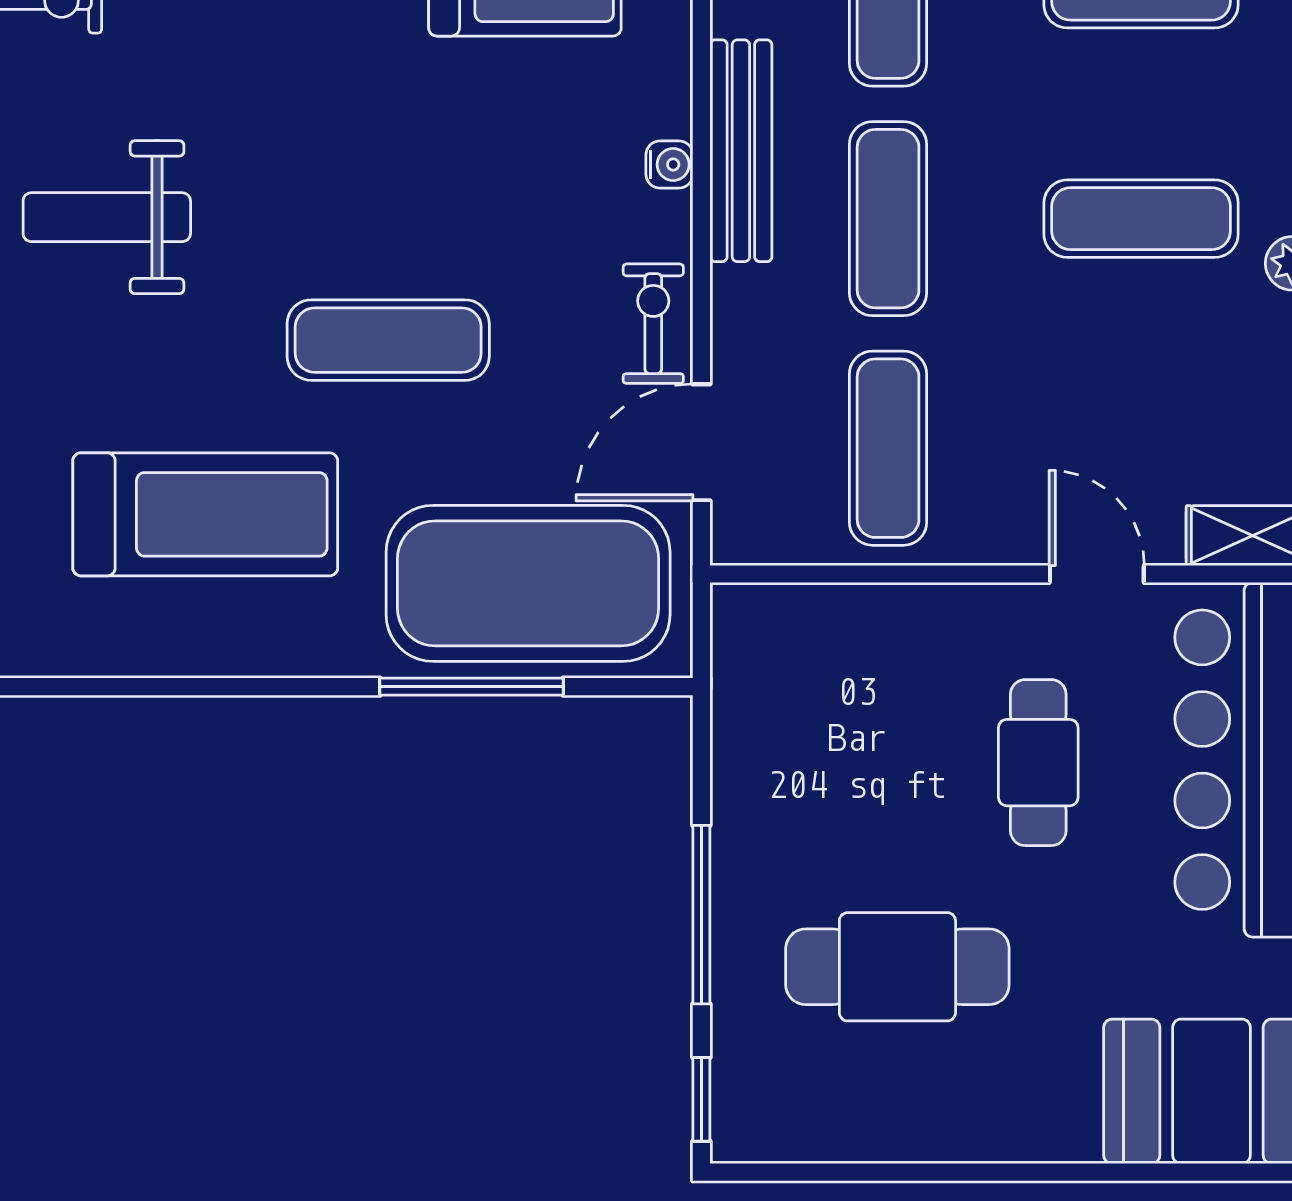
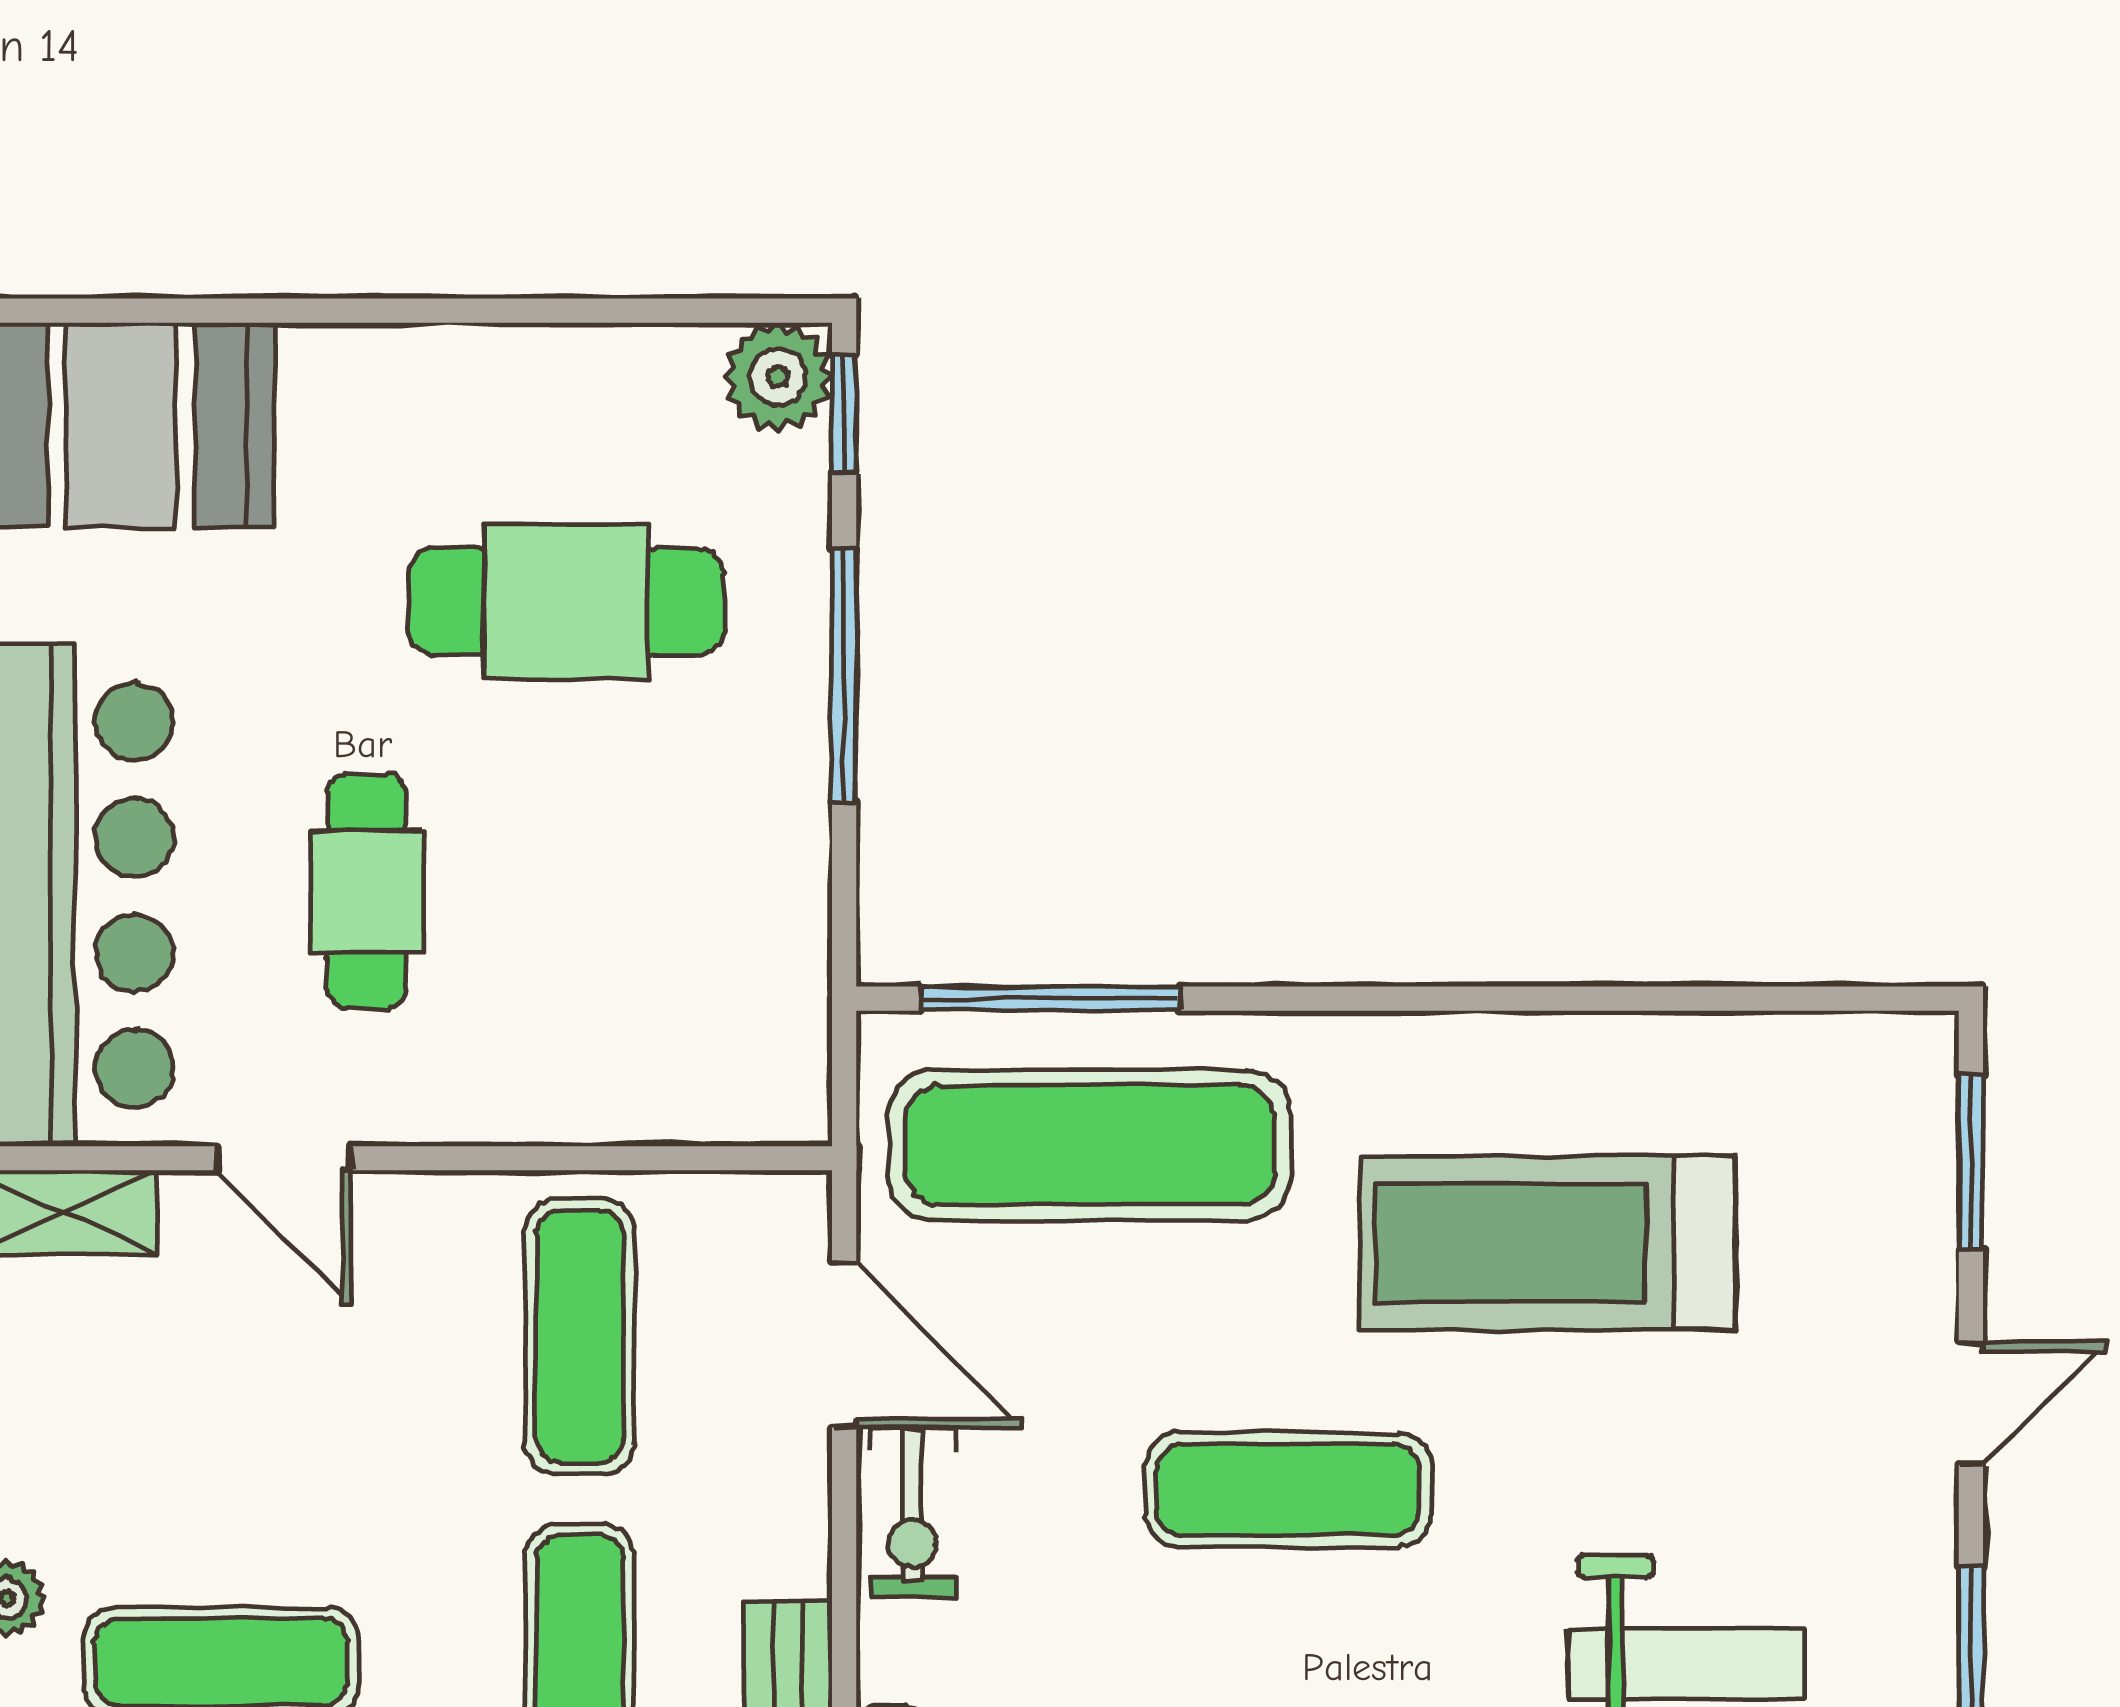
door: (701, 442) -> (844, 1345), hinge flipped
exercise mat: (528, 583) -> (1090, 1145), width x0.68
window: (471, 687) -> (1050, 999), moved
plant: (748, 1125) -> (778, 377), added

